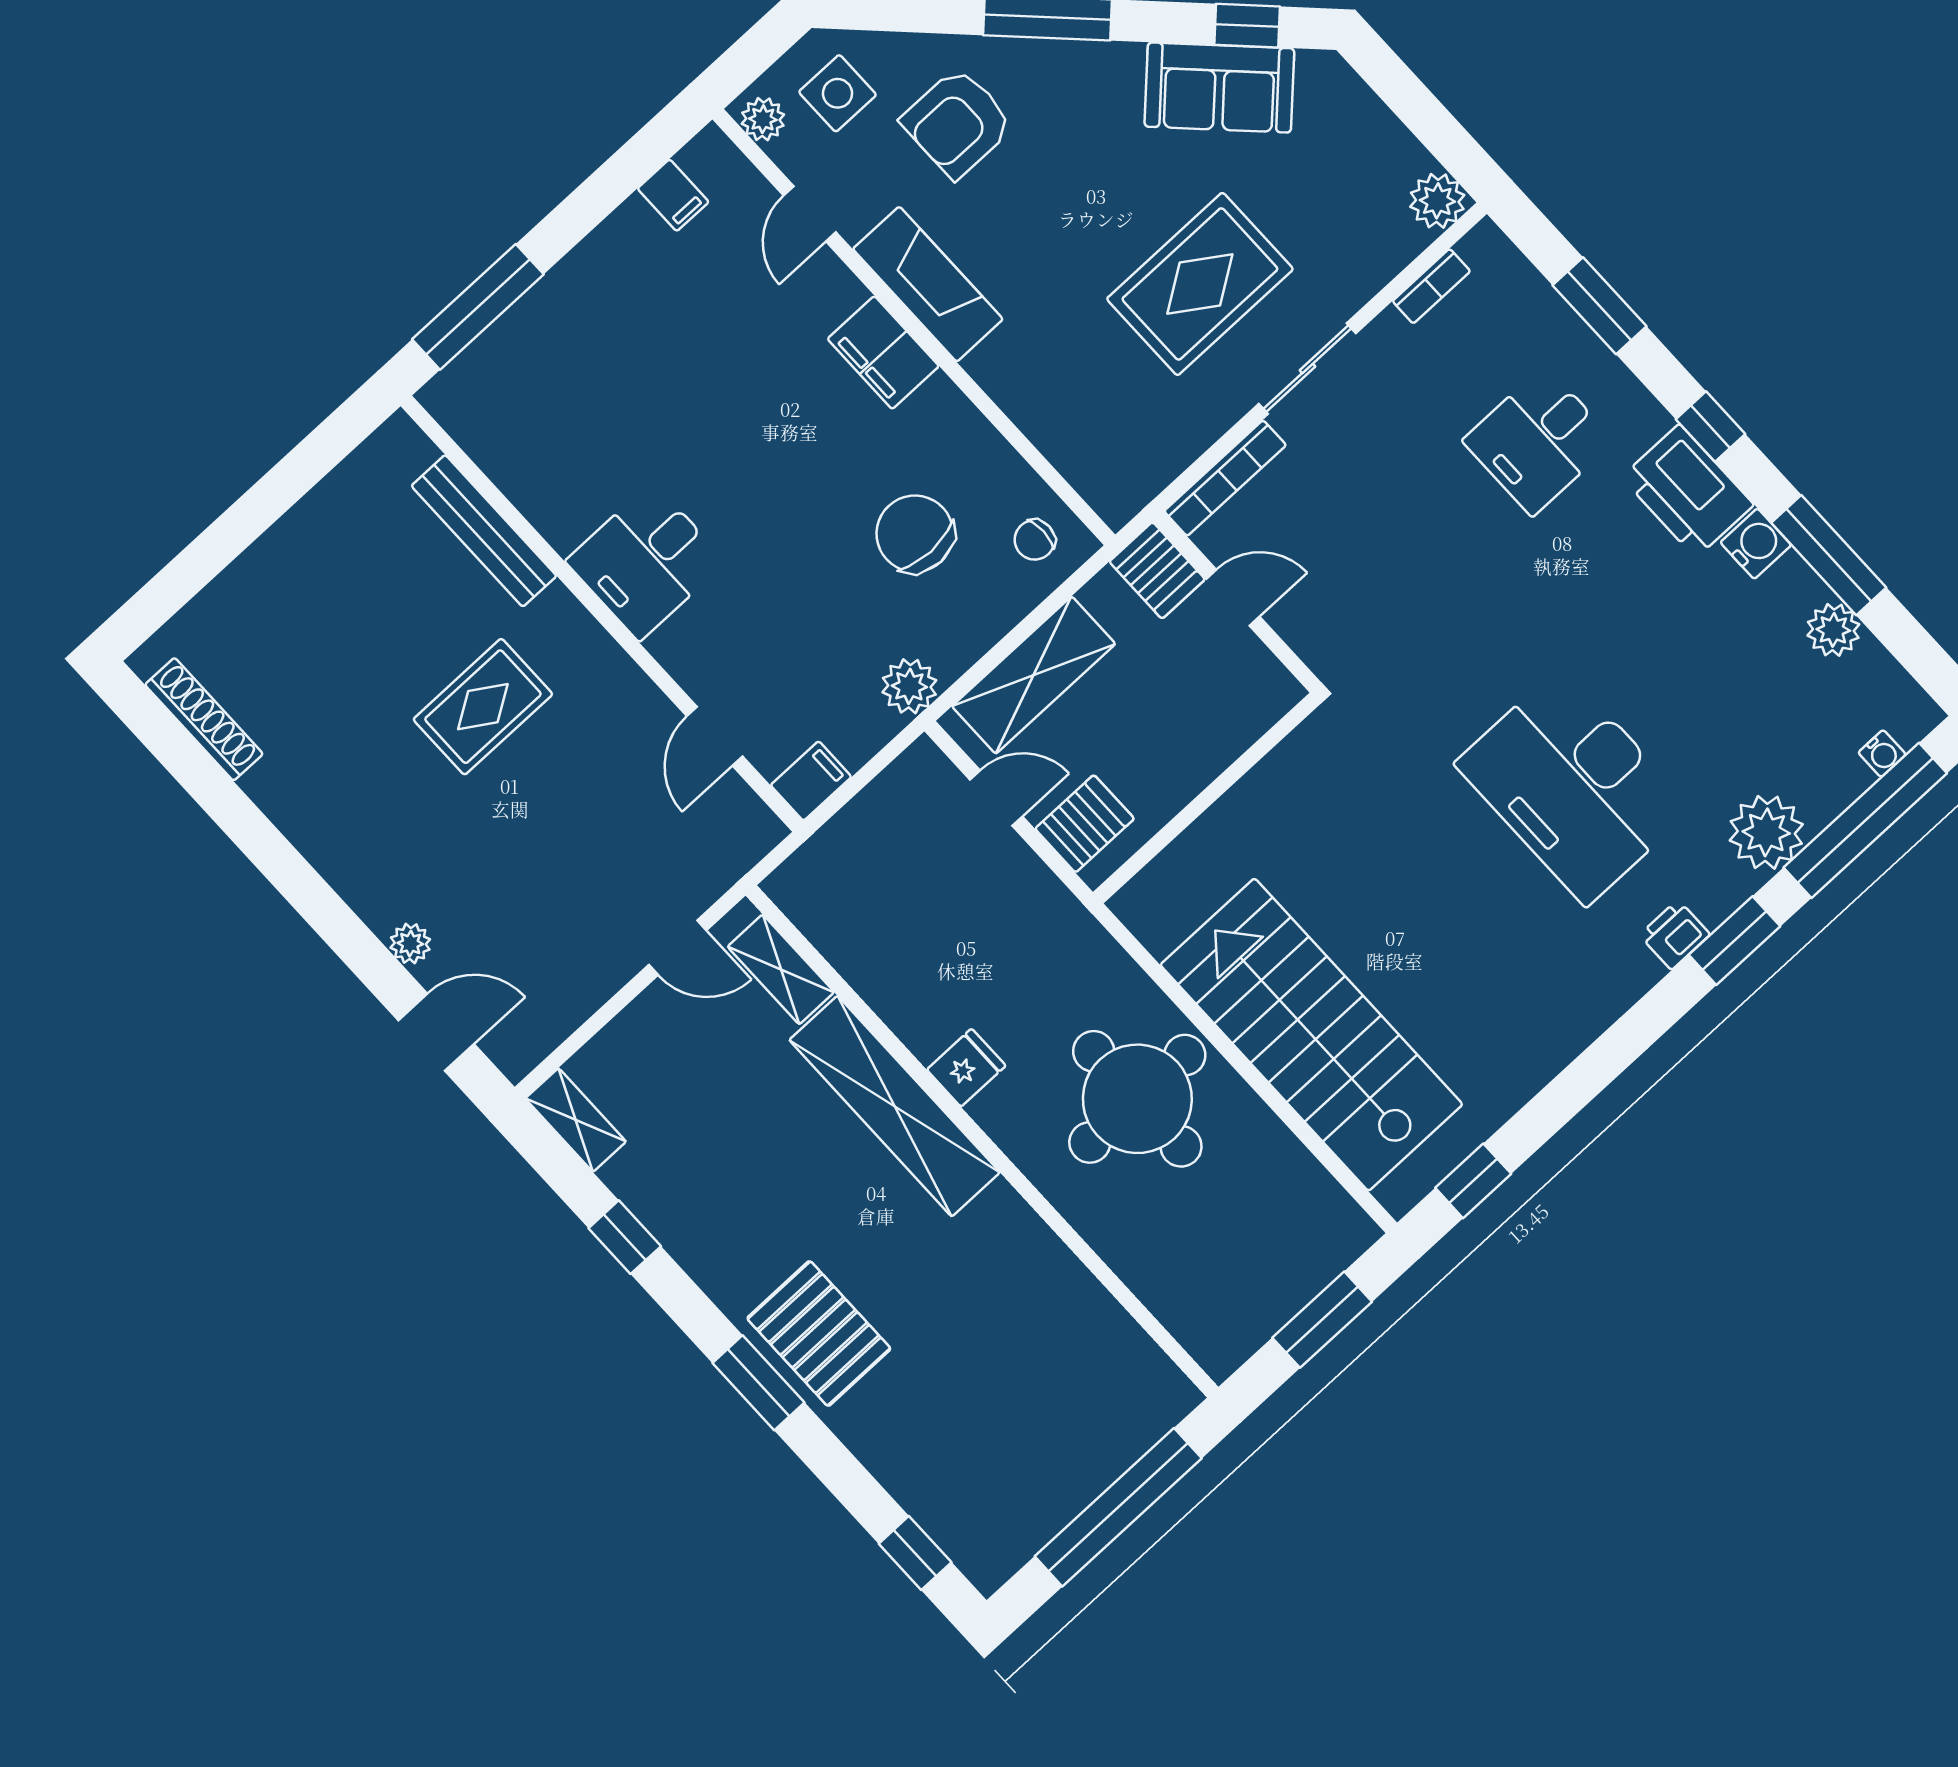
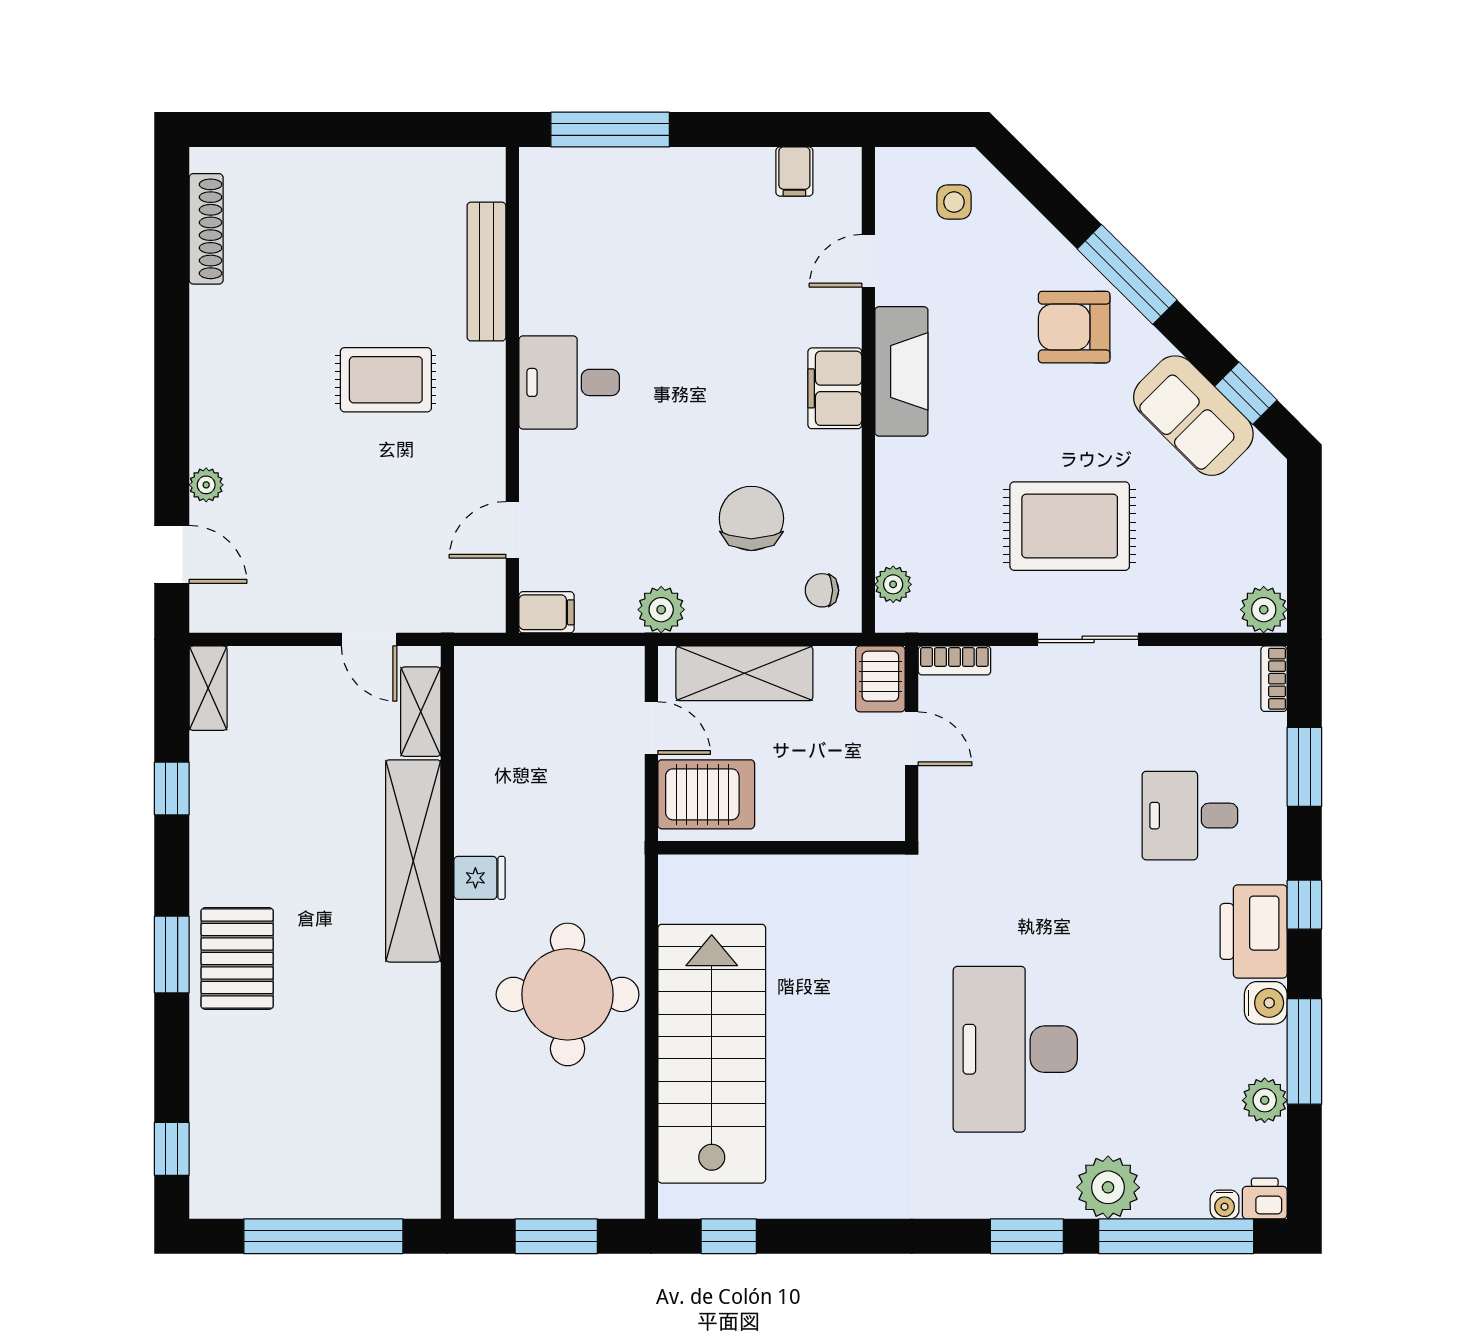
side table: (838, 93) -> (954, 202), width x0.73, depth x0.73
plant: (763, 119) -> (893, 584), moved
armchair: (957, 123) -> (1074, 327), moved
bookcase: (1431, 286) -> (1274, 679), moved, turned 90
bookcase: (1225, 478) -> (954, 660), width x0.64
server rack: (1085, 824) -> (706, 794), width x1.36, depth x1.44
printer: (1675, 935) -> (1265, 1199), moved

